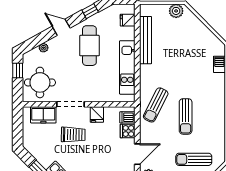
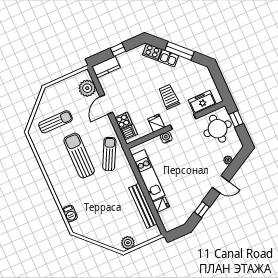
fridge: (128, 20) -> (161, 205), moved
cafe table: (89, 46) -> (189, 180), removed
window: (18, 70) -> (236, 119), moved
water cooler: (93, 96) -> (166, 137), added
sun lounger: (186, 116) -> (79, 156), width x1.36, depth x1.34
trolley: (73, 135) -> (169, 97), turned 89

